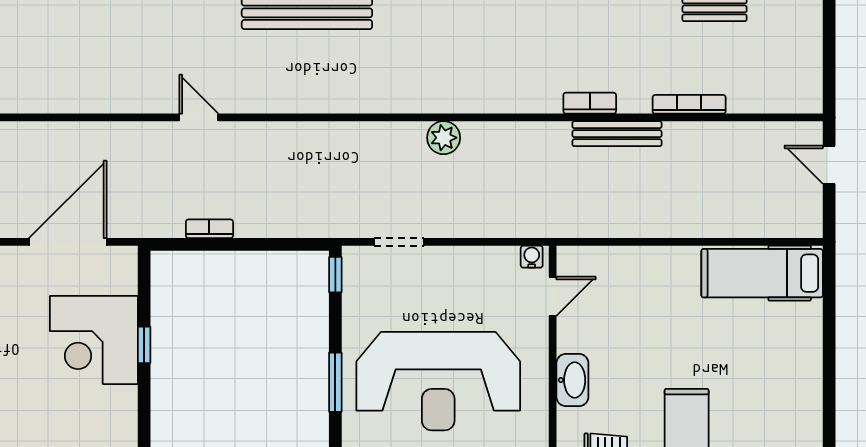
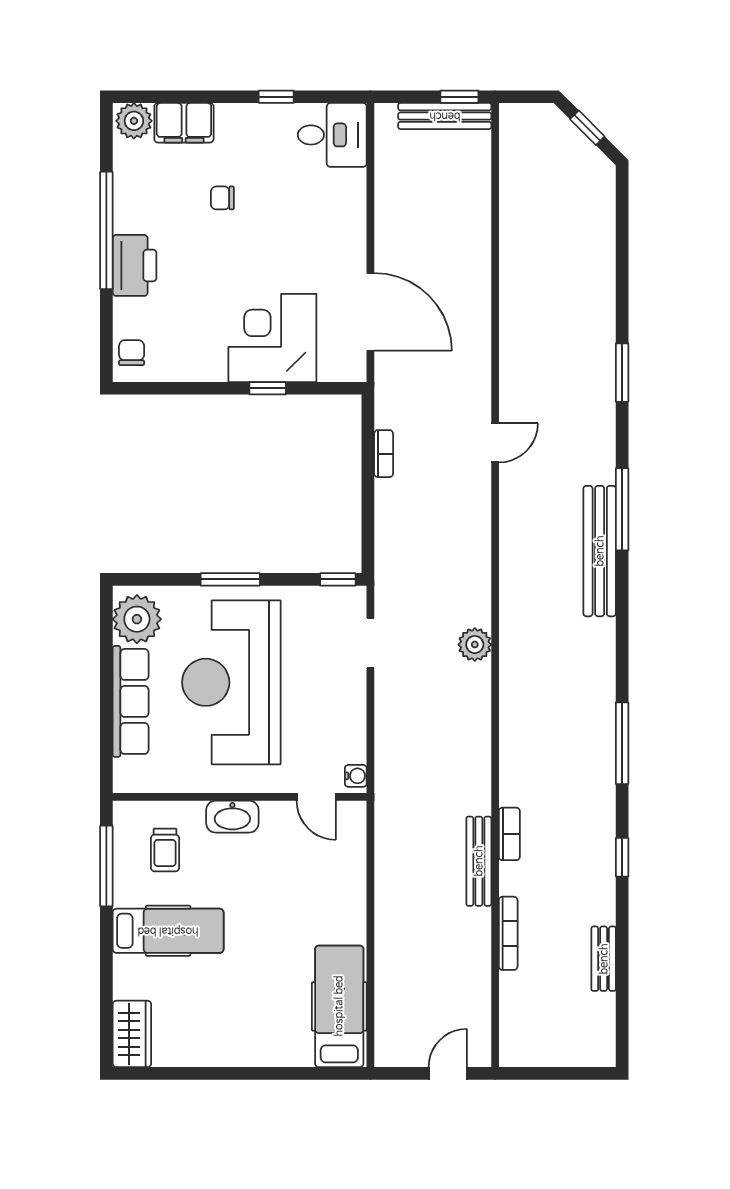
plant: (444, 138) -> (475, 645), moved

